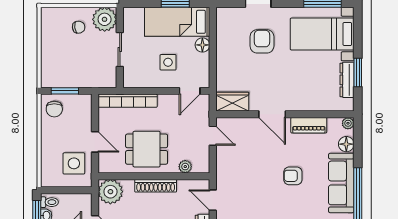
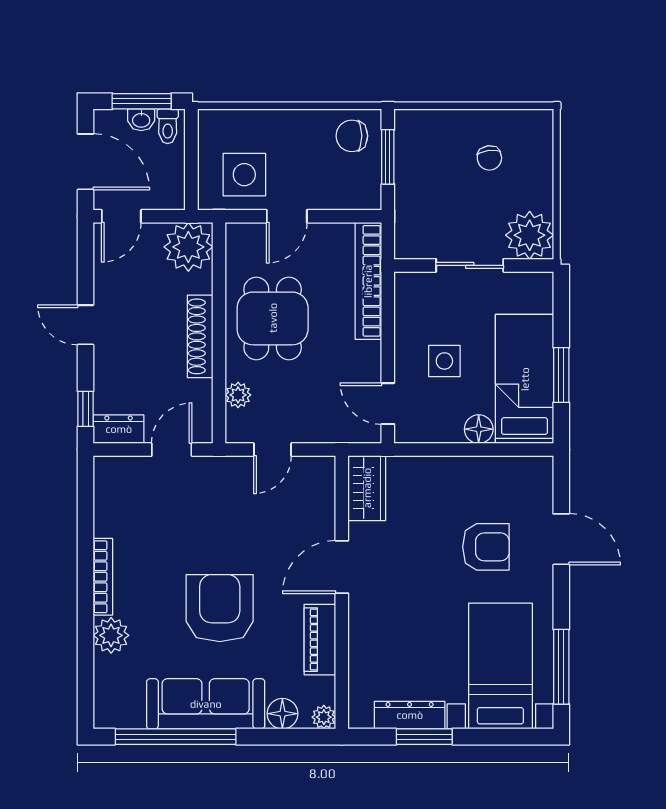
chair: (79, 27) -> (489, 158), moved
door: (213, 136) -> (273, 450), moved
armchair: (293, 176) -> (220, 608), width x1.88, depth x1.88

